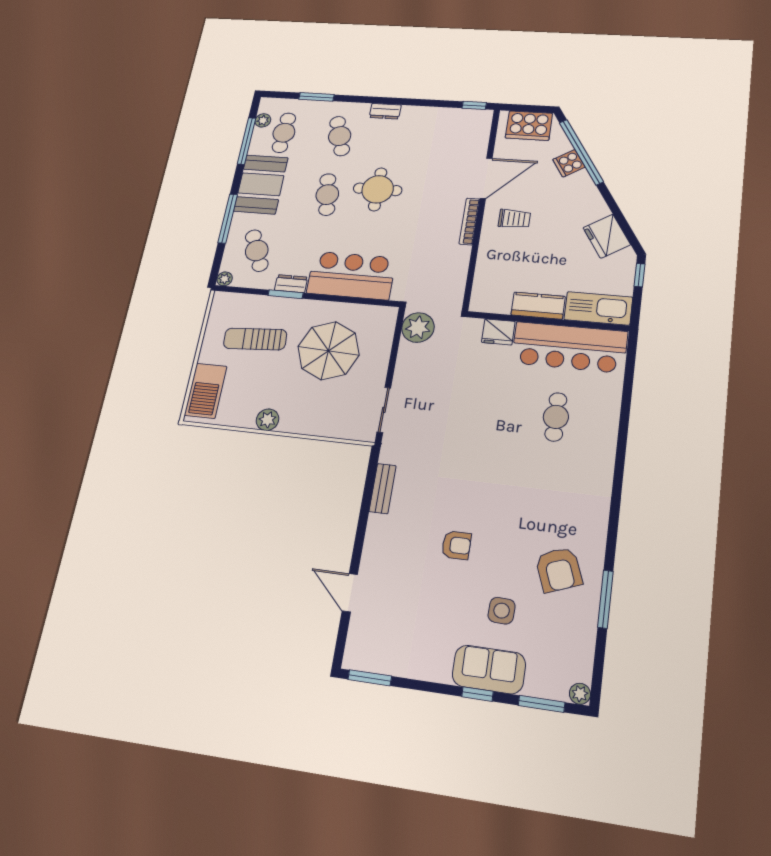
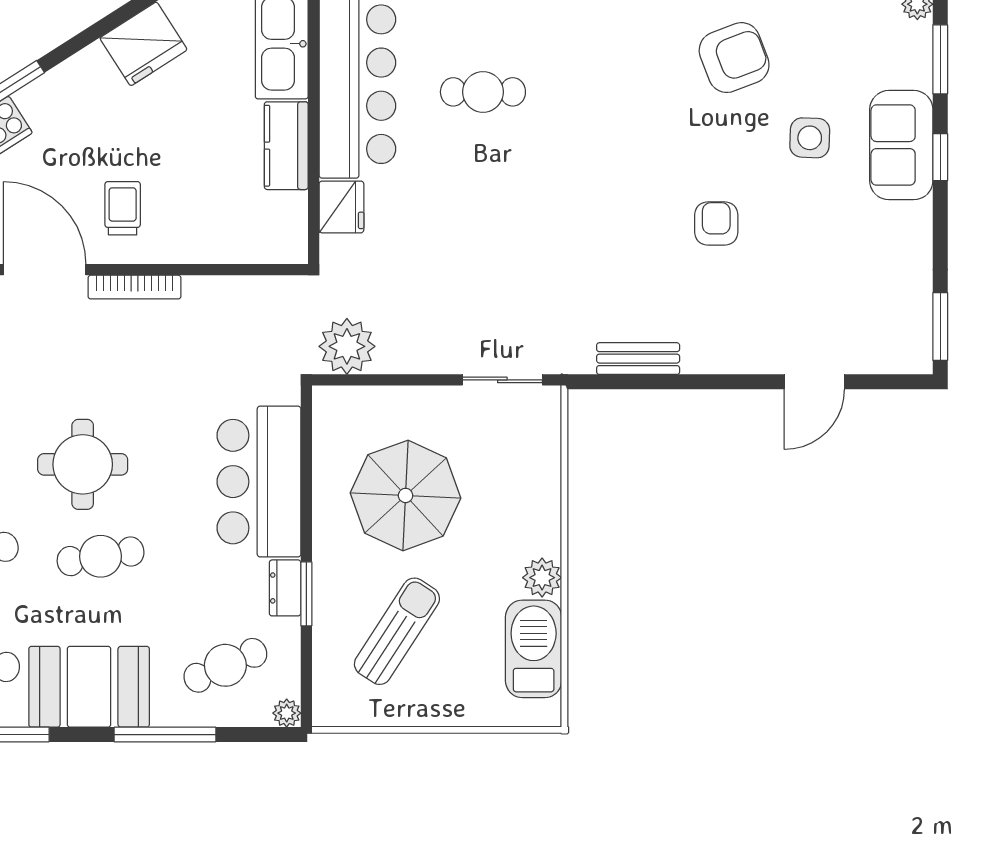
sun lounger: (255, 339) -> (397, 631), turned -143
barbecue: (206, 391) -> (534, 649), moved, turned -90

